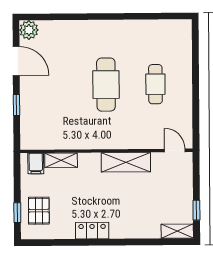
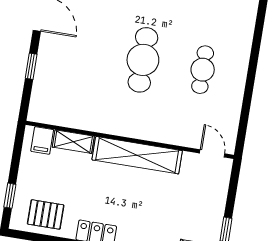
shelving: (126, 162) -> (137, 155), width x1.47
pallet: (39, 211) -> (46, 214), moved, turned 90

